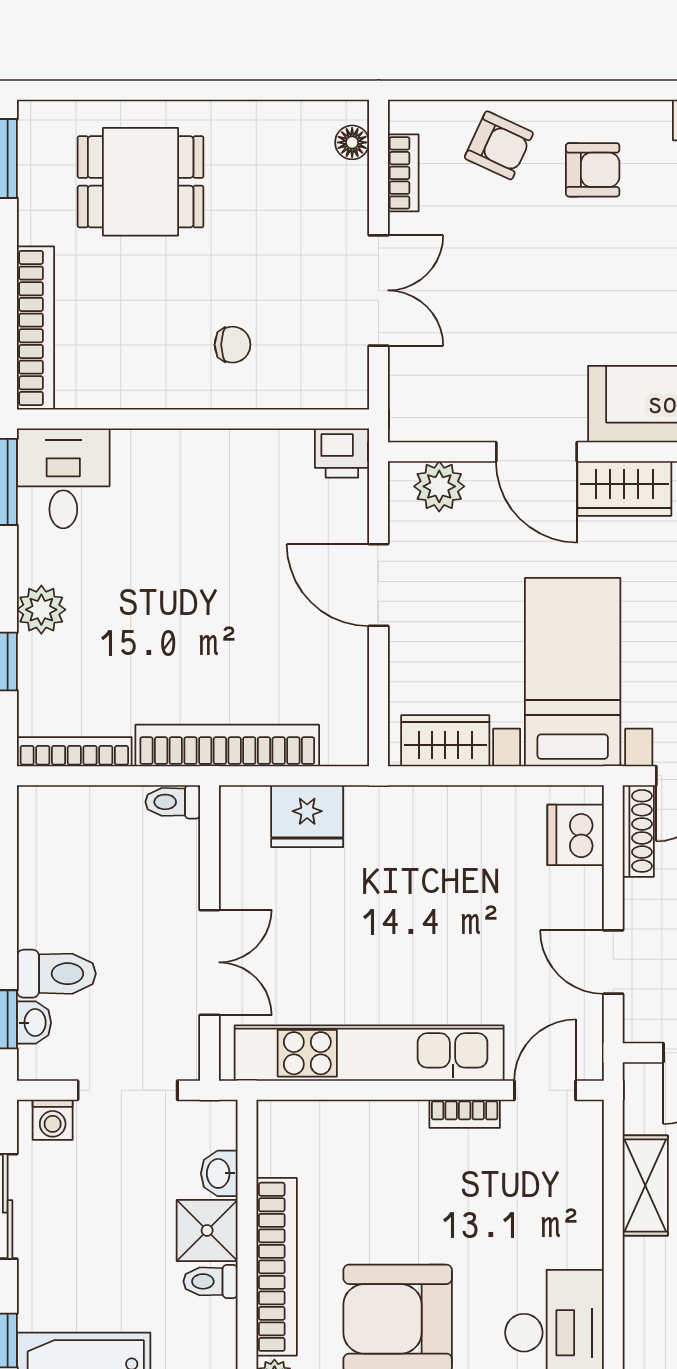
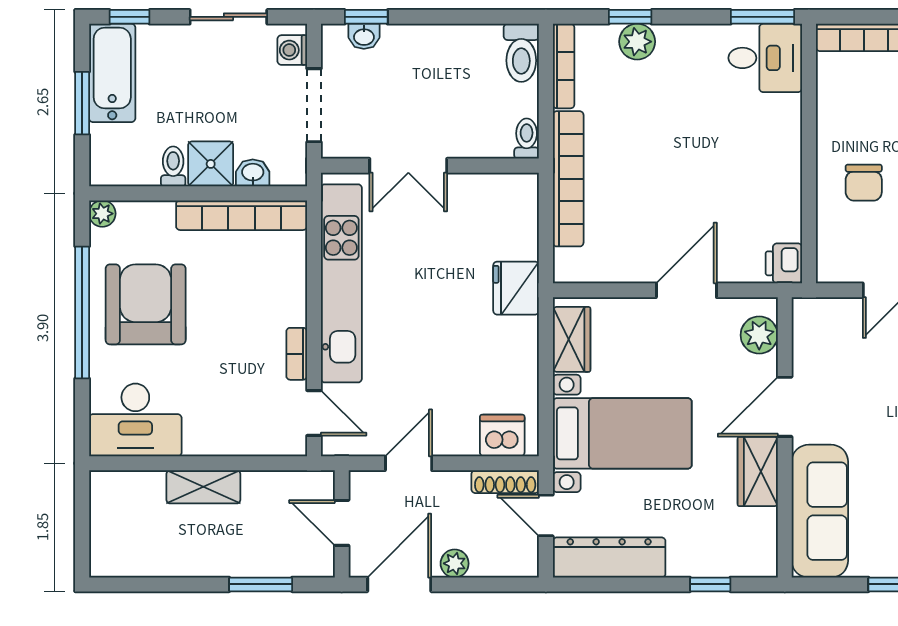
chair: (233, 345) -> (864, 183), width x1.37, depth x1.37
plant: (41, 610) -> (637, 42), moved
fridge: (307, 816) -> (516, 288), moved
toilet: (56, 974) -> (521, 53), moved
shelving: (645, 1186) -> (203, 487), moved
bookcase: (277, 1267) -> (242, 215), moved

